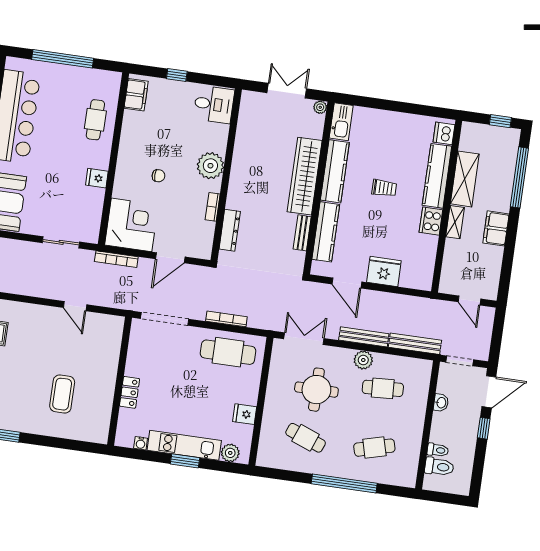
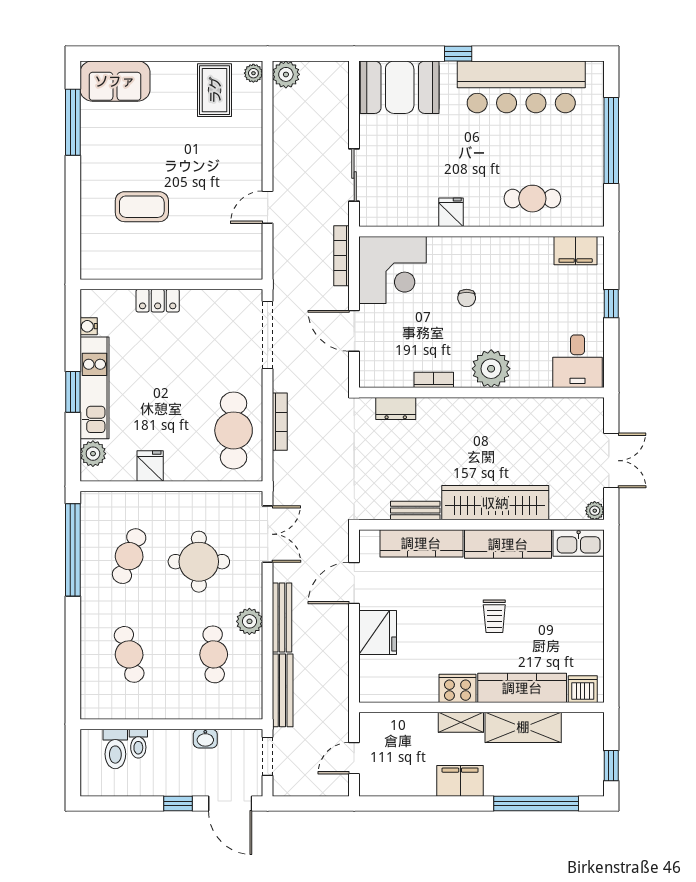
dresser: (230, 230) -> (396, 409), width x0.70
window: (344, 484) -> (73, 550), moved

